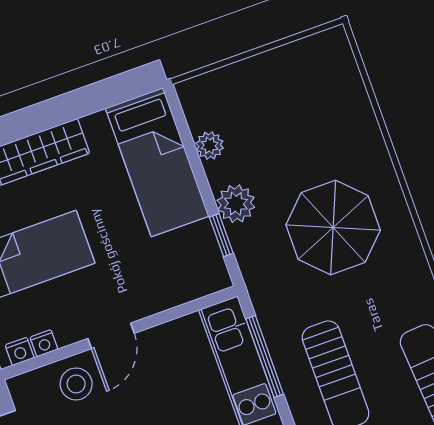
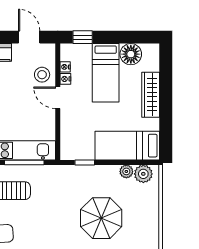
plant: (236, 204) -> (143, 174), moved
parasol: (333, 227) -> (101, 218), moved
nightstand: (20, 351) -> (65, 79), moved

